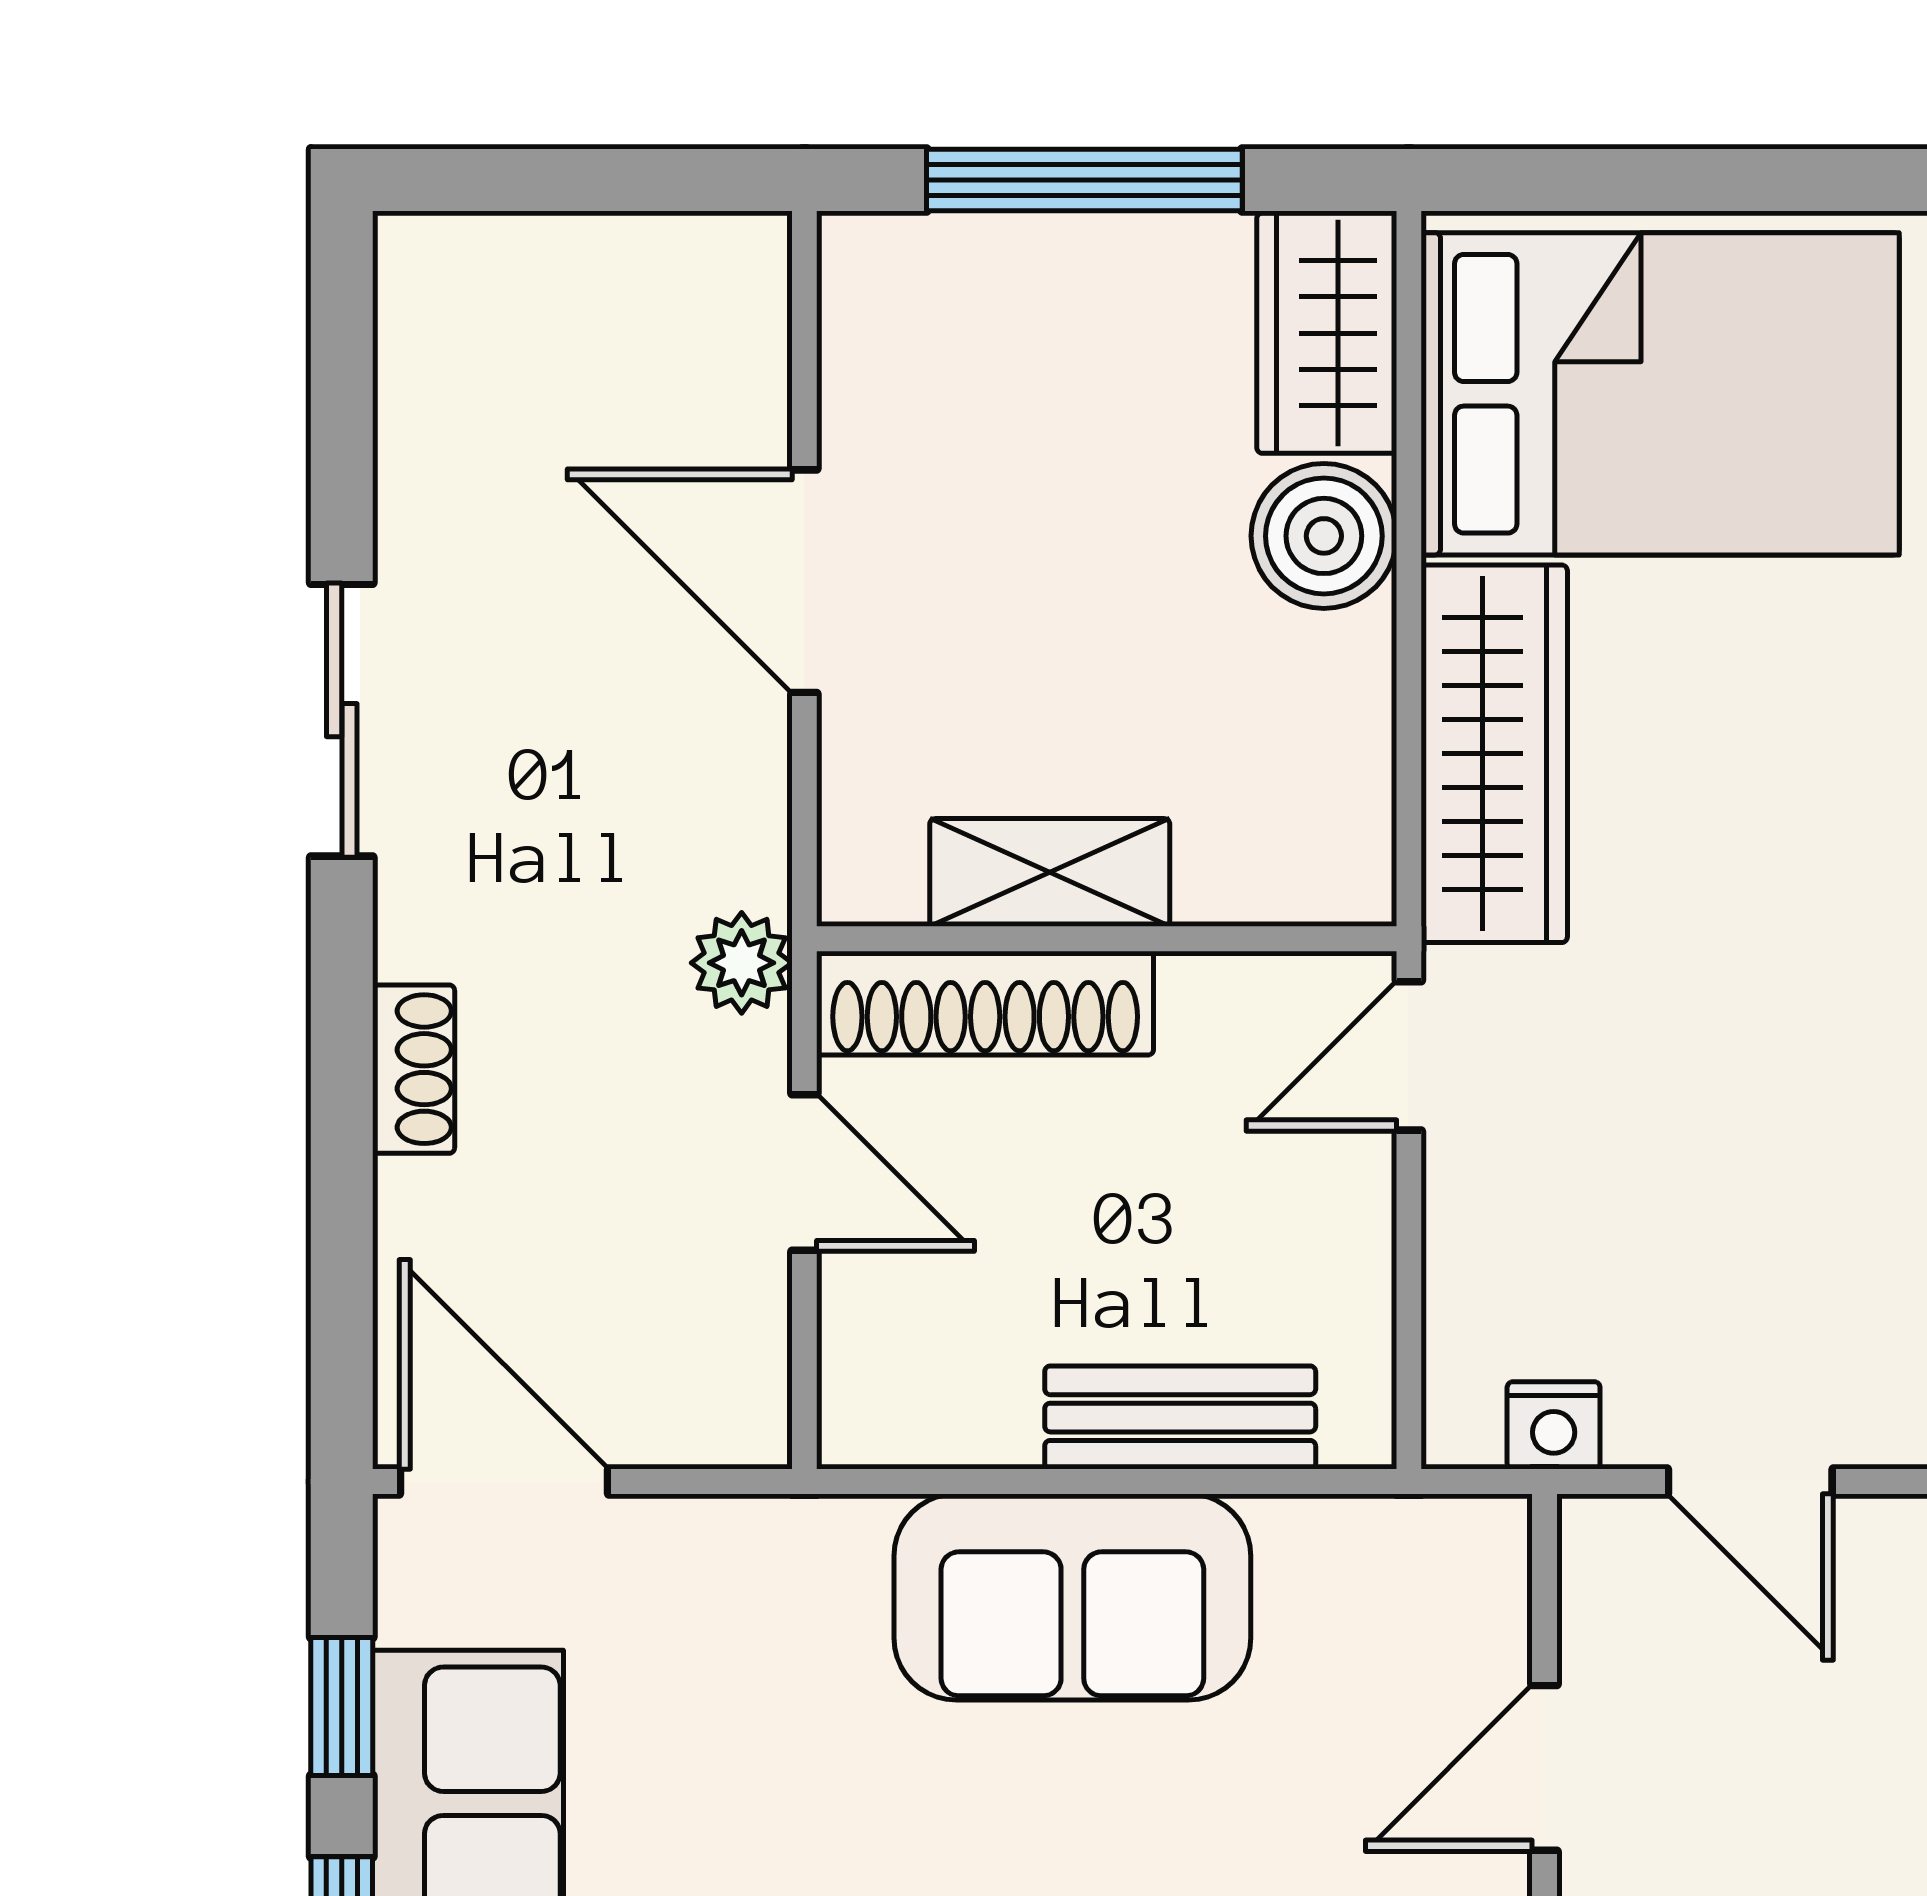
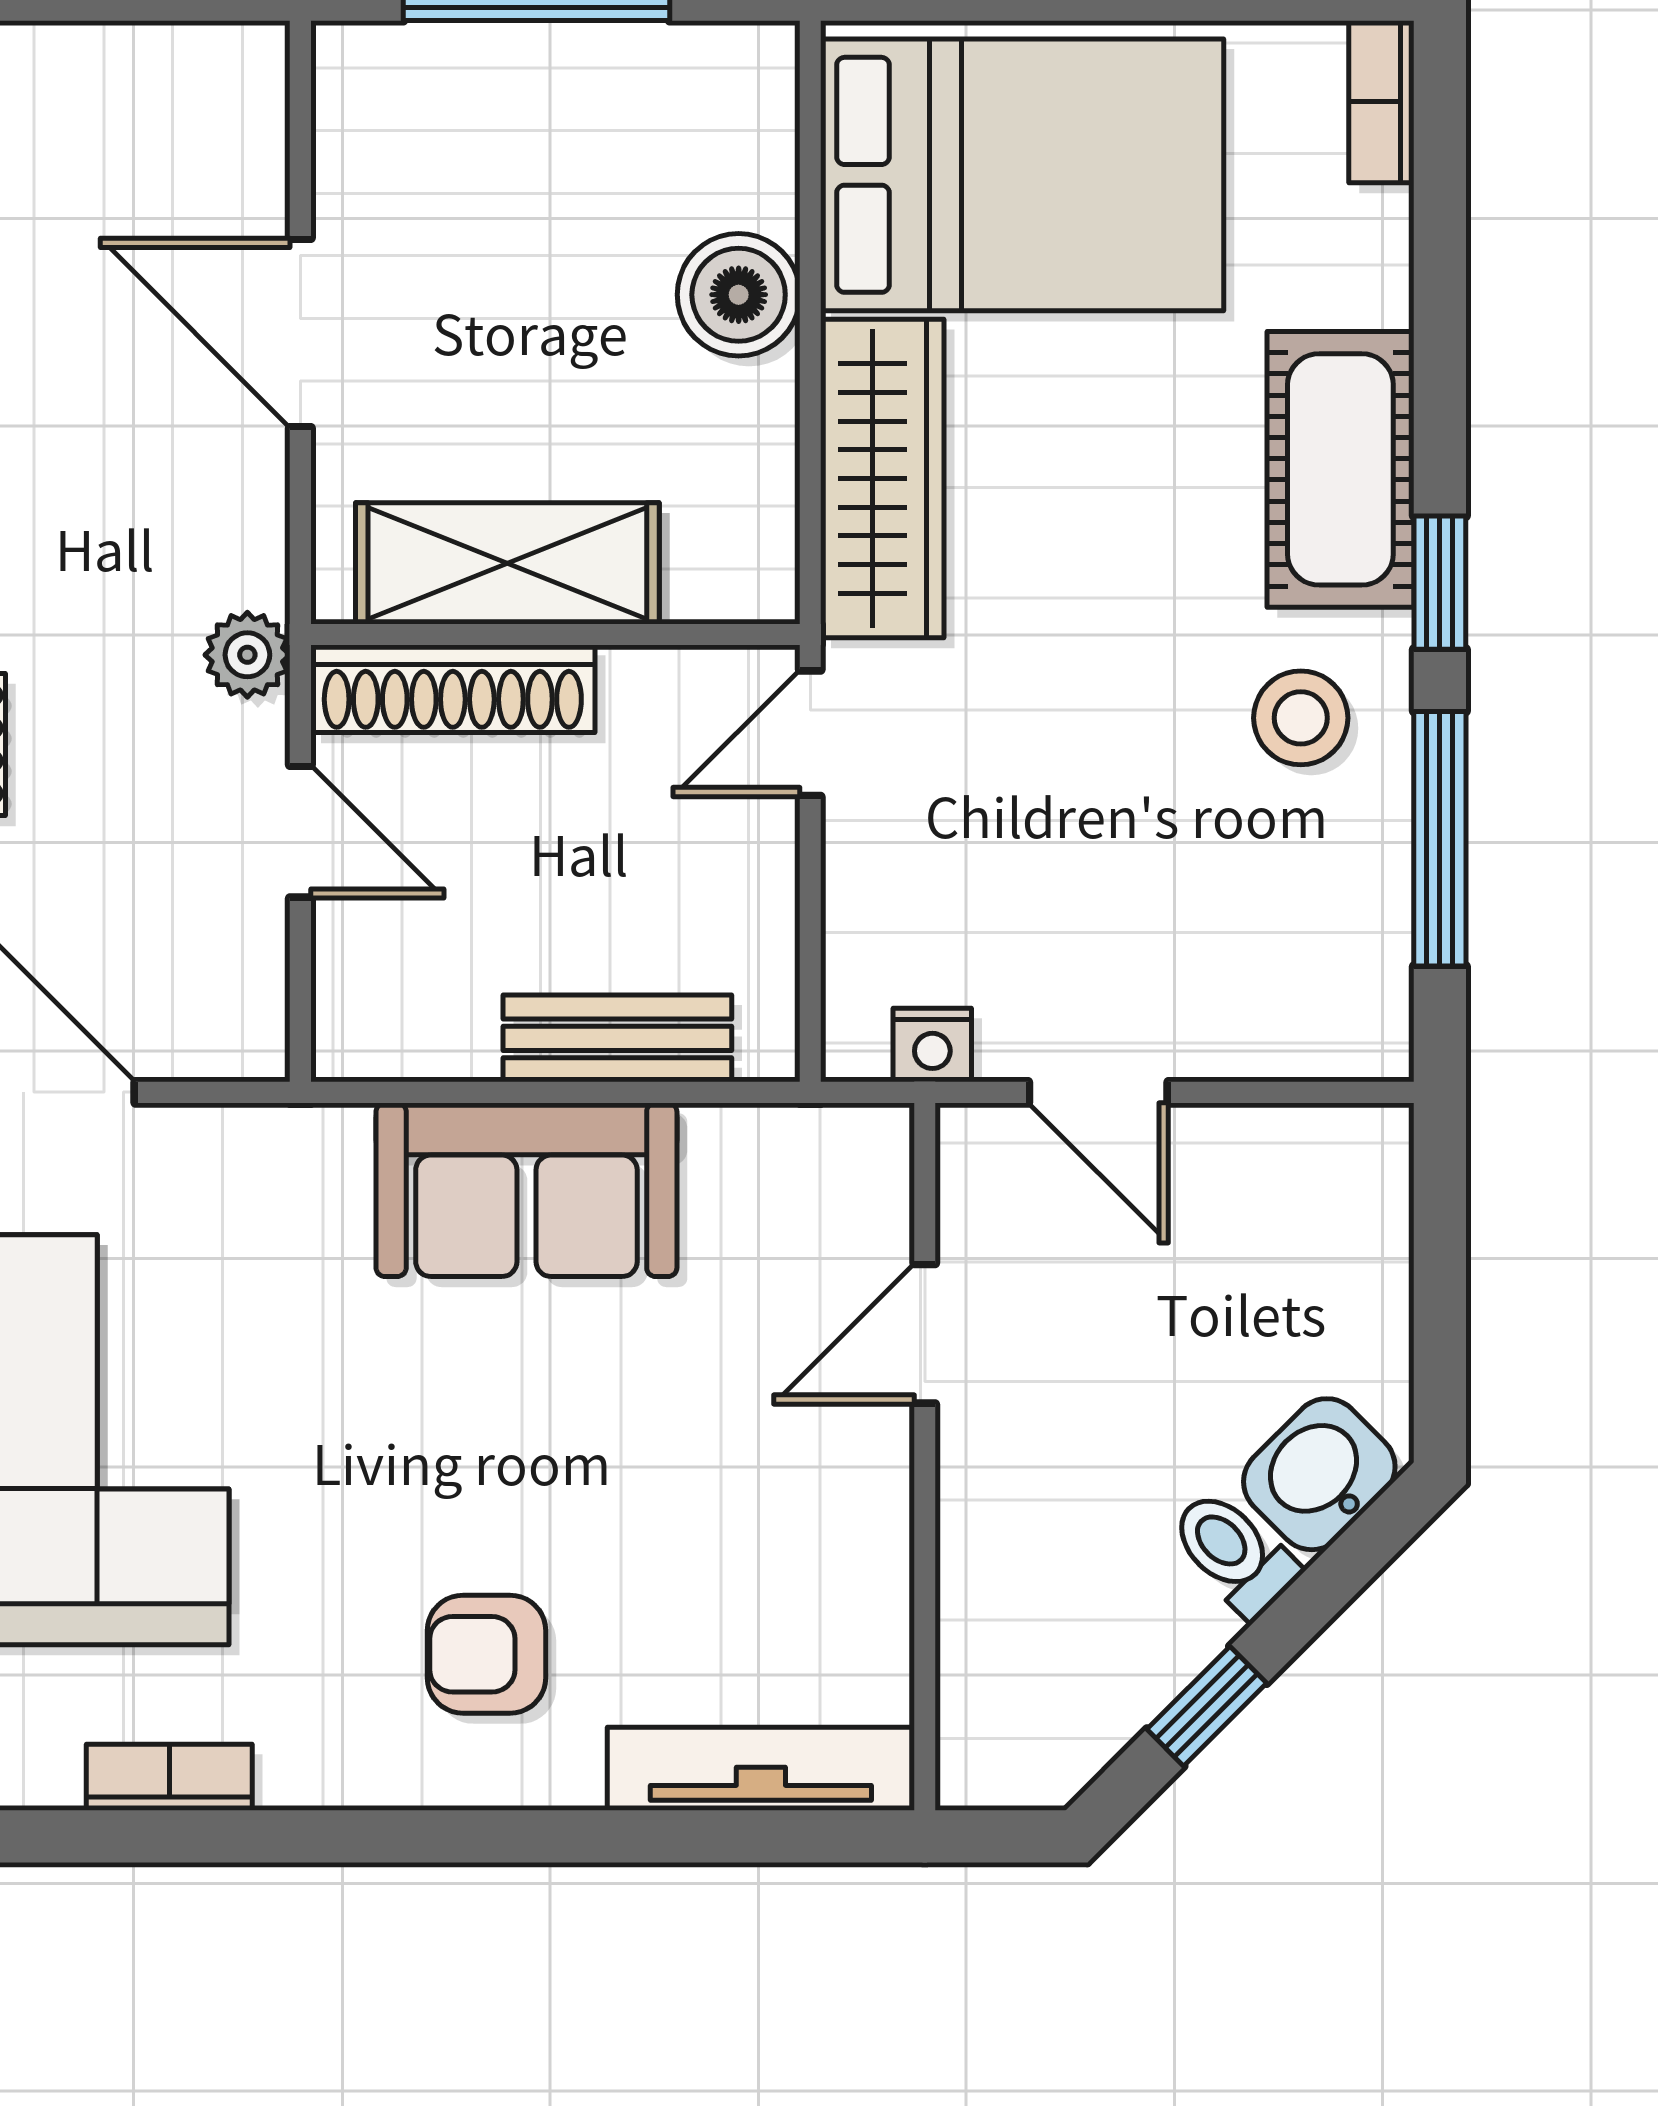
wardrobe: (1327, 333) -> (741, 124), removed
shelving: (1050, 872) -> (507, 563), width x1.50, depth x1.33

